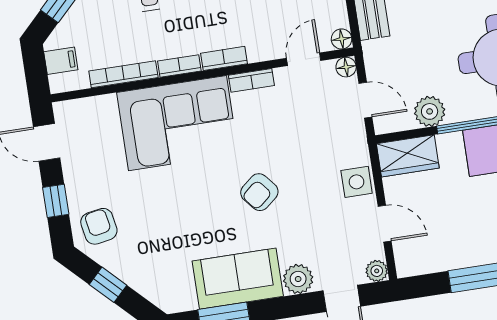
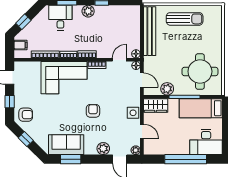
armchair: (259, 192) -> (93, 111), turned 130
armchair: (99, 226) -> (26, 115), turned 100
sofa: (238, 279) -> (66, 145), moved

